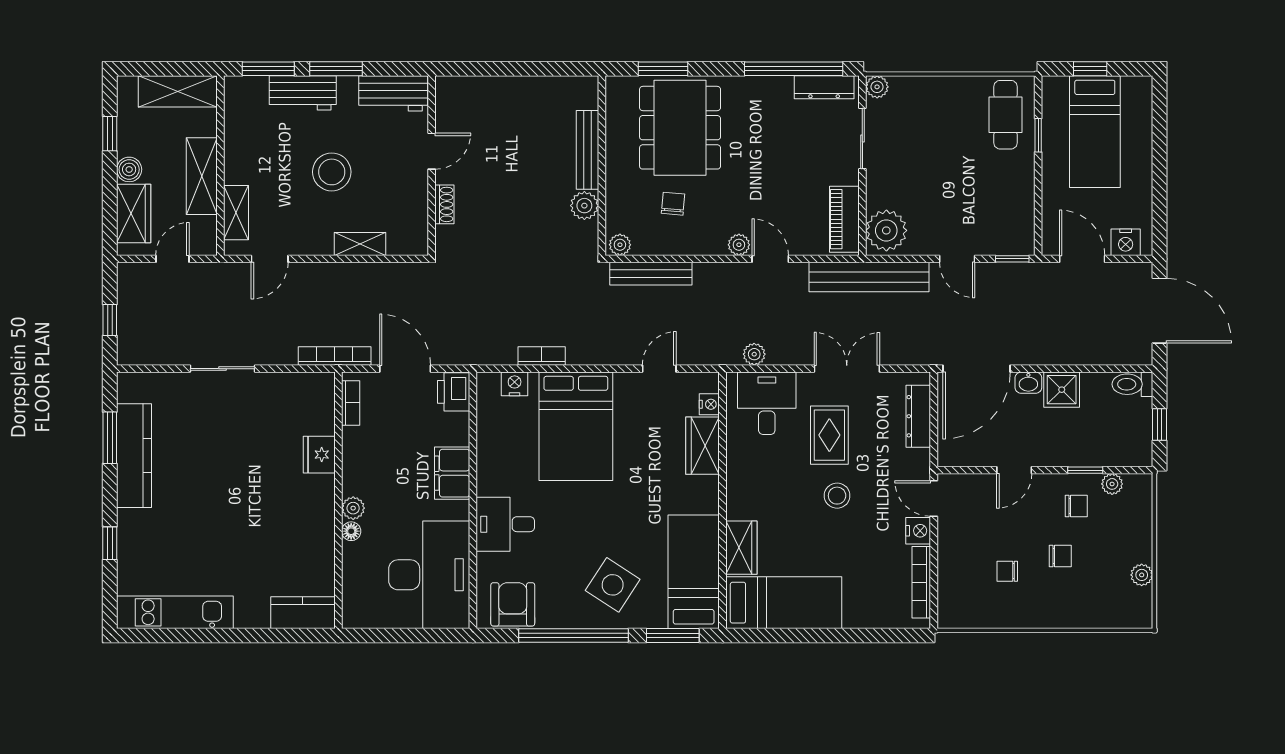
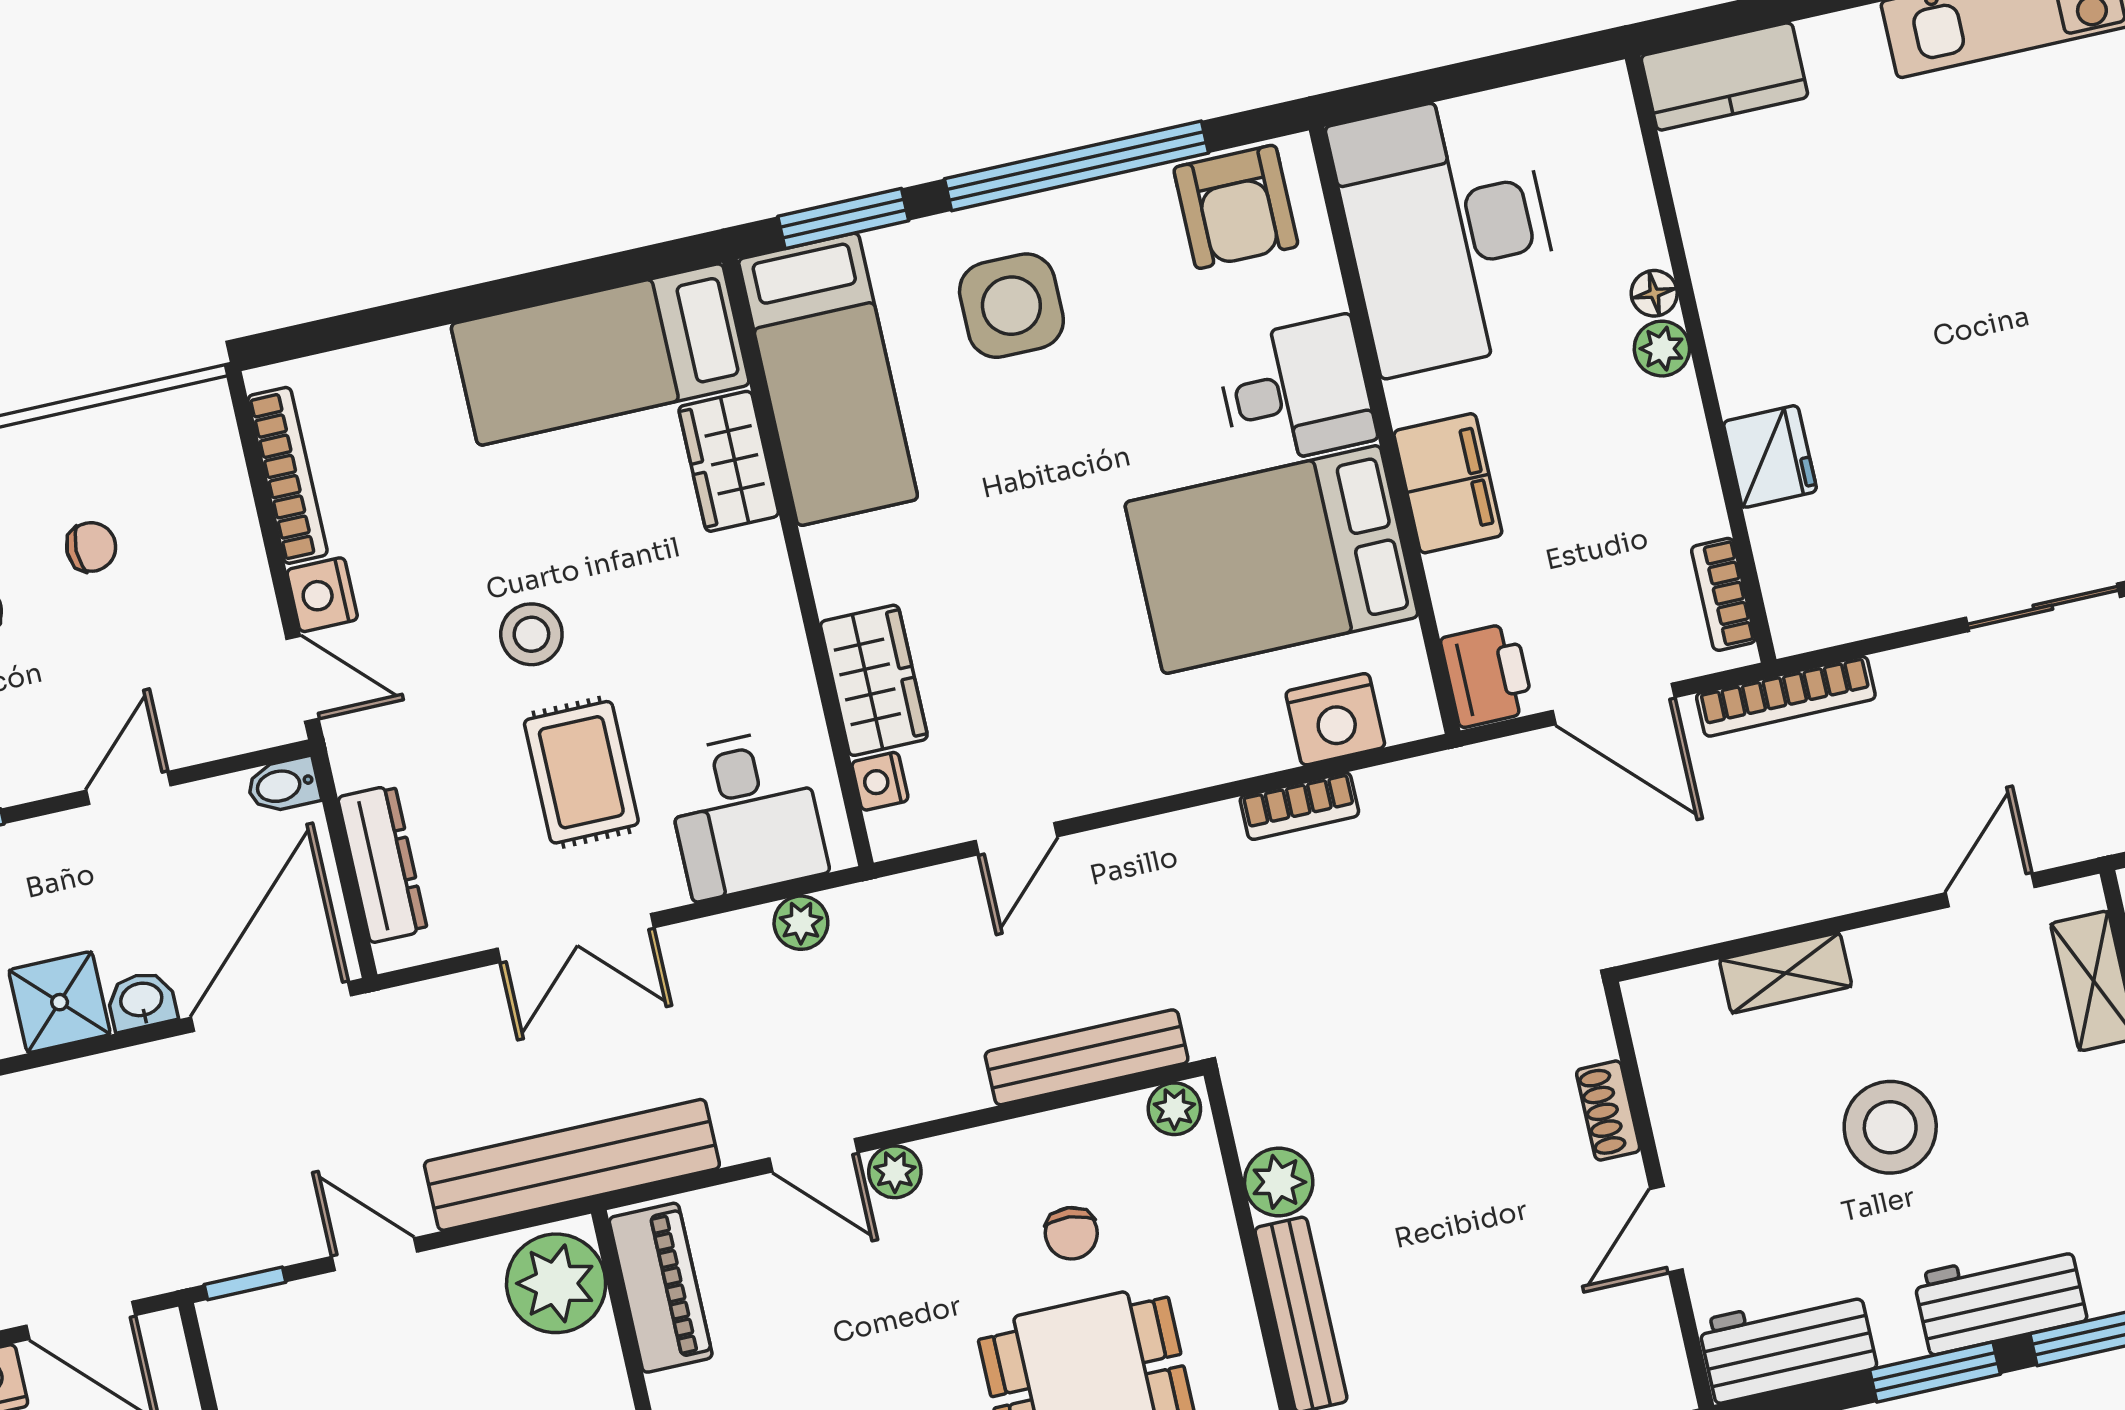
nightstand: (515, 384) -> (1335, 719), width x1.36, depth x1.33
bed: (576, 426) -> (1271, 560), moved, turned -90
bidet: (951, 457) -> (283, 785), added
side table: (613, 585) -> (1011, 306), turned -33

